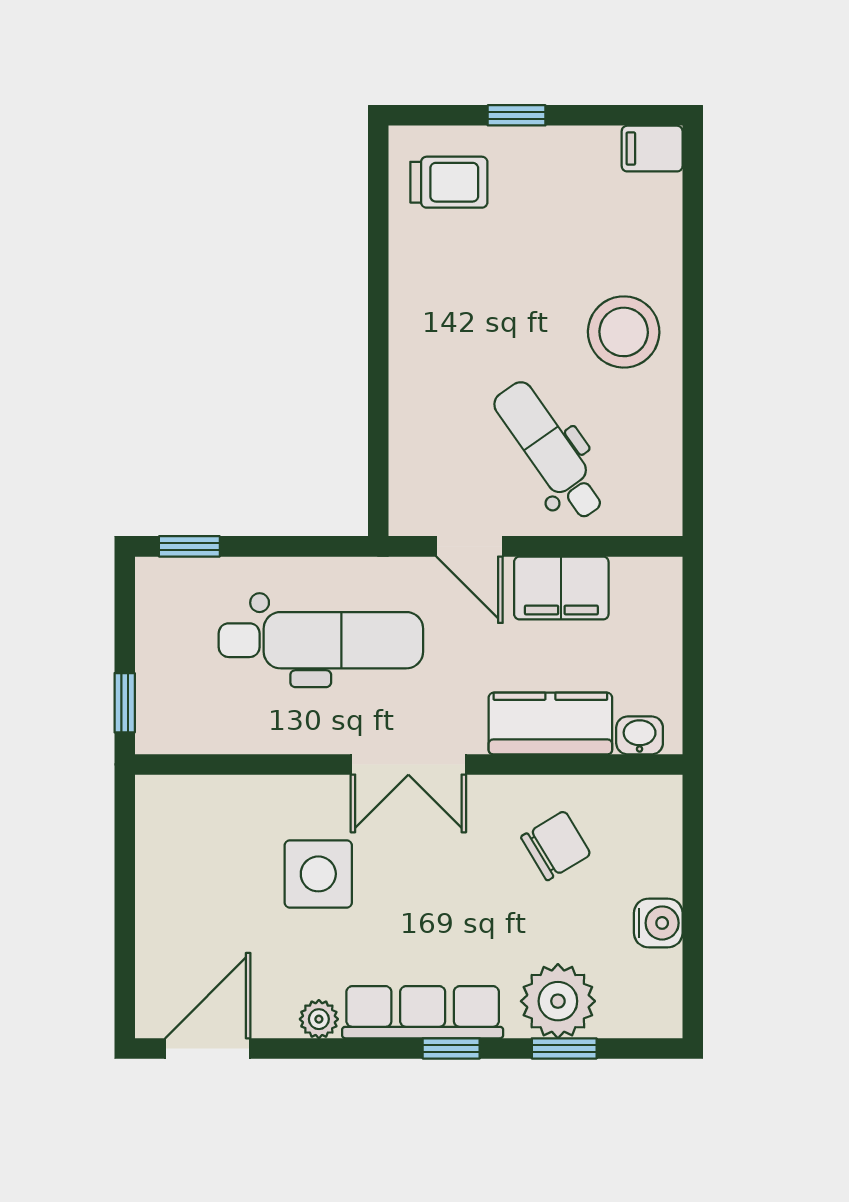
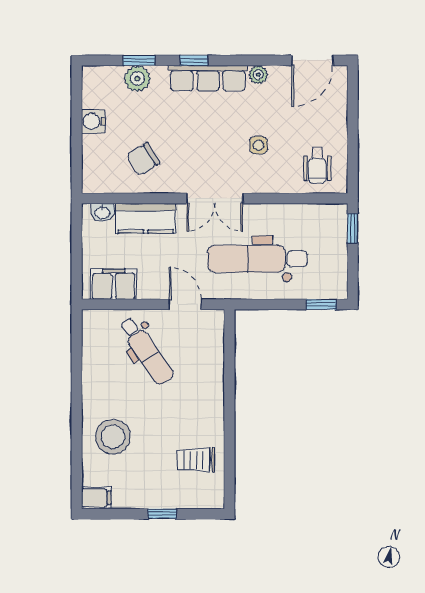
trolley: (449, 182) -> (196, 460), moved
stool: (624, 332) -> (113, 437), moved
filing cabinet: (561, 588) -> (114, 284), moved
double door: (408, 764) -> (215, 198), swing flipped
wheelchair: (197, 833) -> (317, 165), added
side table: (318, 874) -> (259, 145), width x0.54, depth x0.54
plant: (558, 1001) -> (137, 79), width x0.73, depth x0.73

